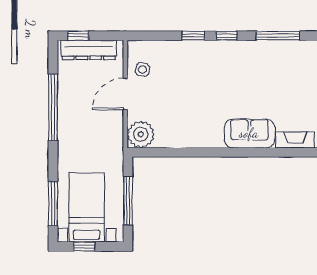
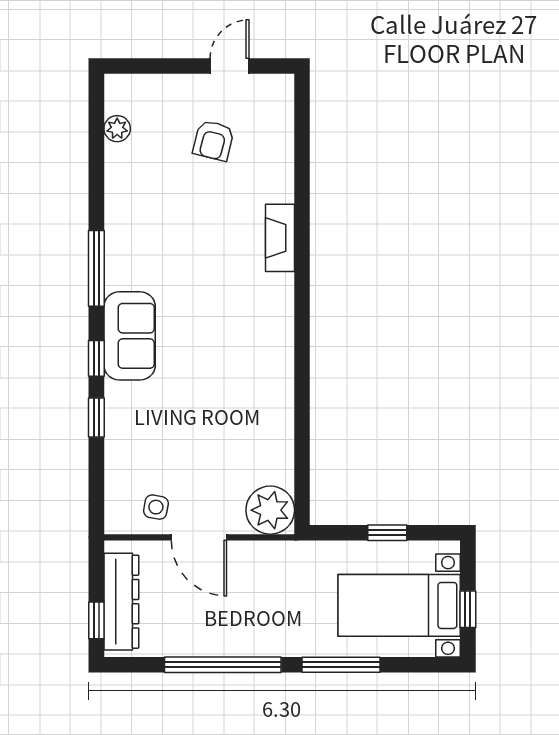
sofa: (249, 133) -> (130, 336), moved, turned 180
window: (128, 201) -> (387, 533), width x0.46
window: (53, 204) -> (341, 665), moved

